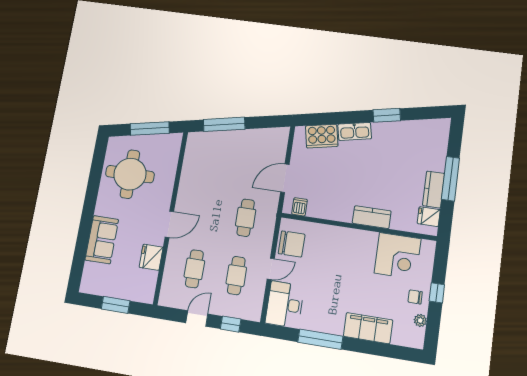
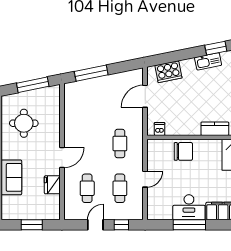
kitchen sink: (355, 131) -> (208, 61), moved
round table: (130, 174) -> (24, 123), width x0.73, depth x0.73
door: (285, 178) -> (145, 96), moved
chair: (292, 244) -> (183, 151), moved
desk: (285, 304) -> (189, 207), moved, turned -90

